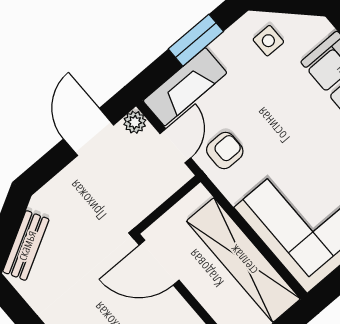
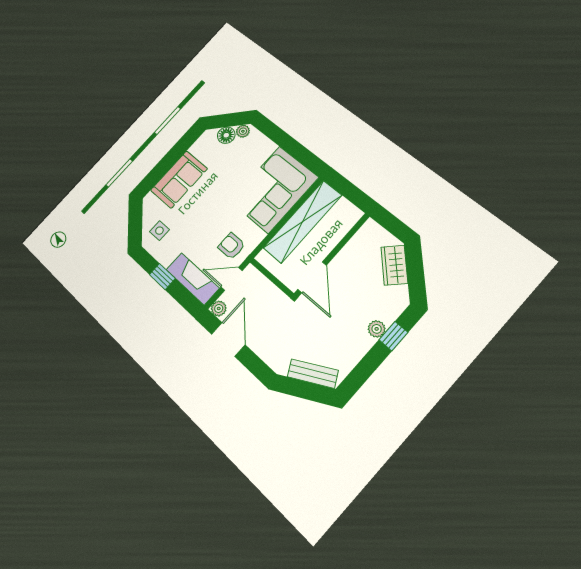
window: (196, 40) -> (162, 276), width x0.67
door: (88, 132) -> (228, 339), swing flipped

